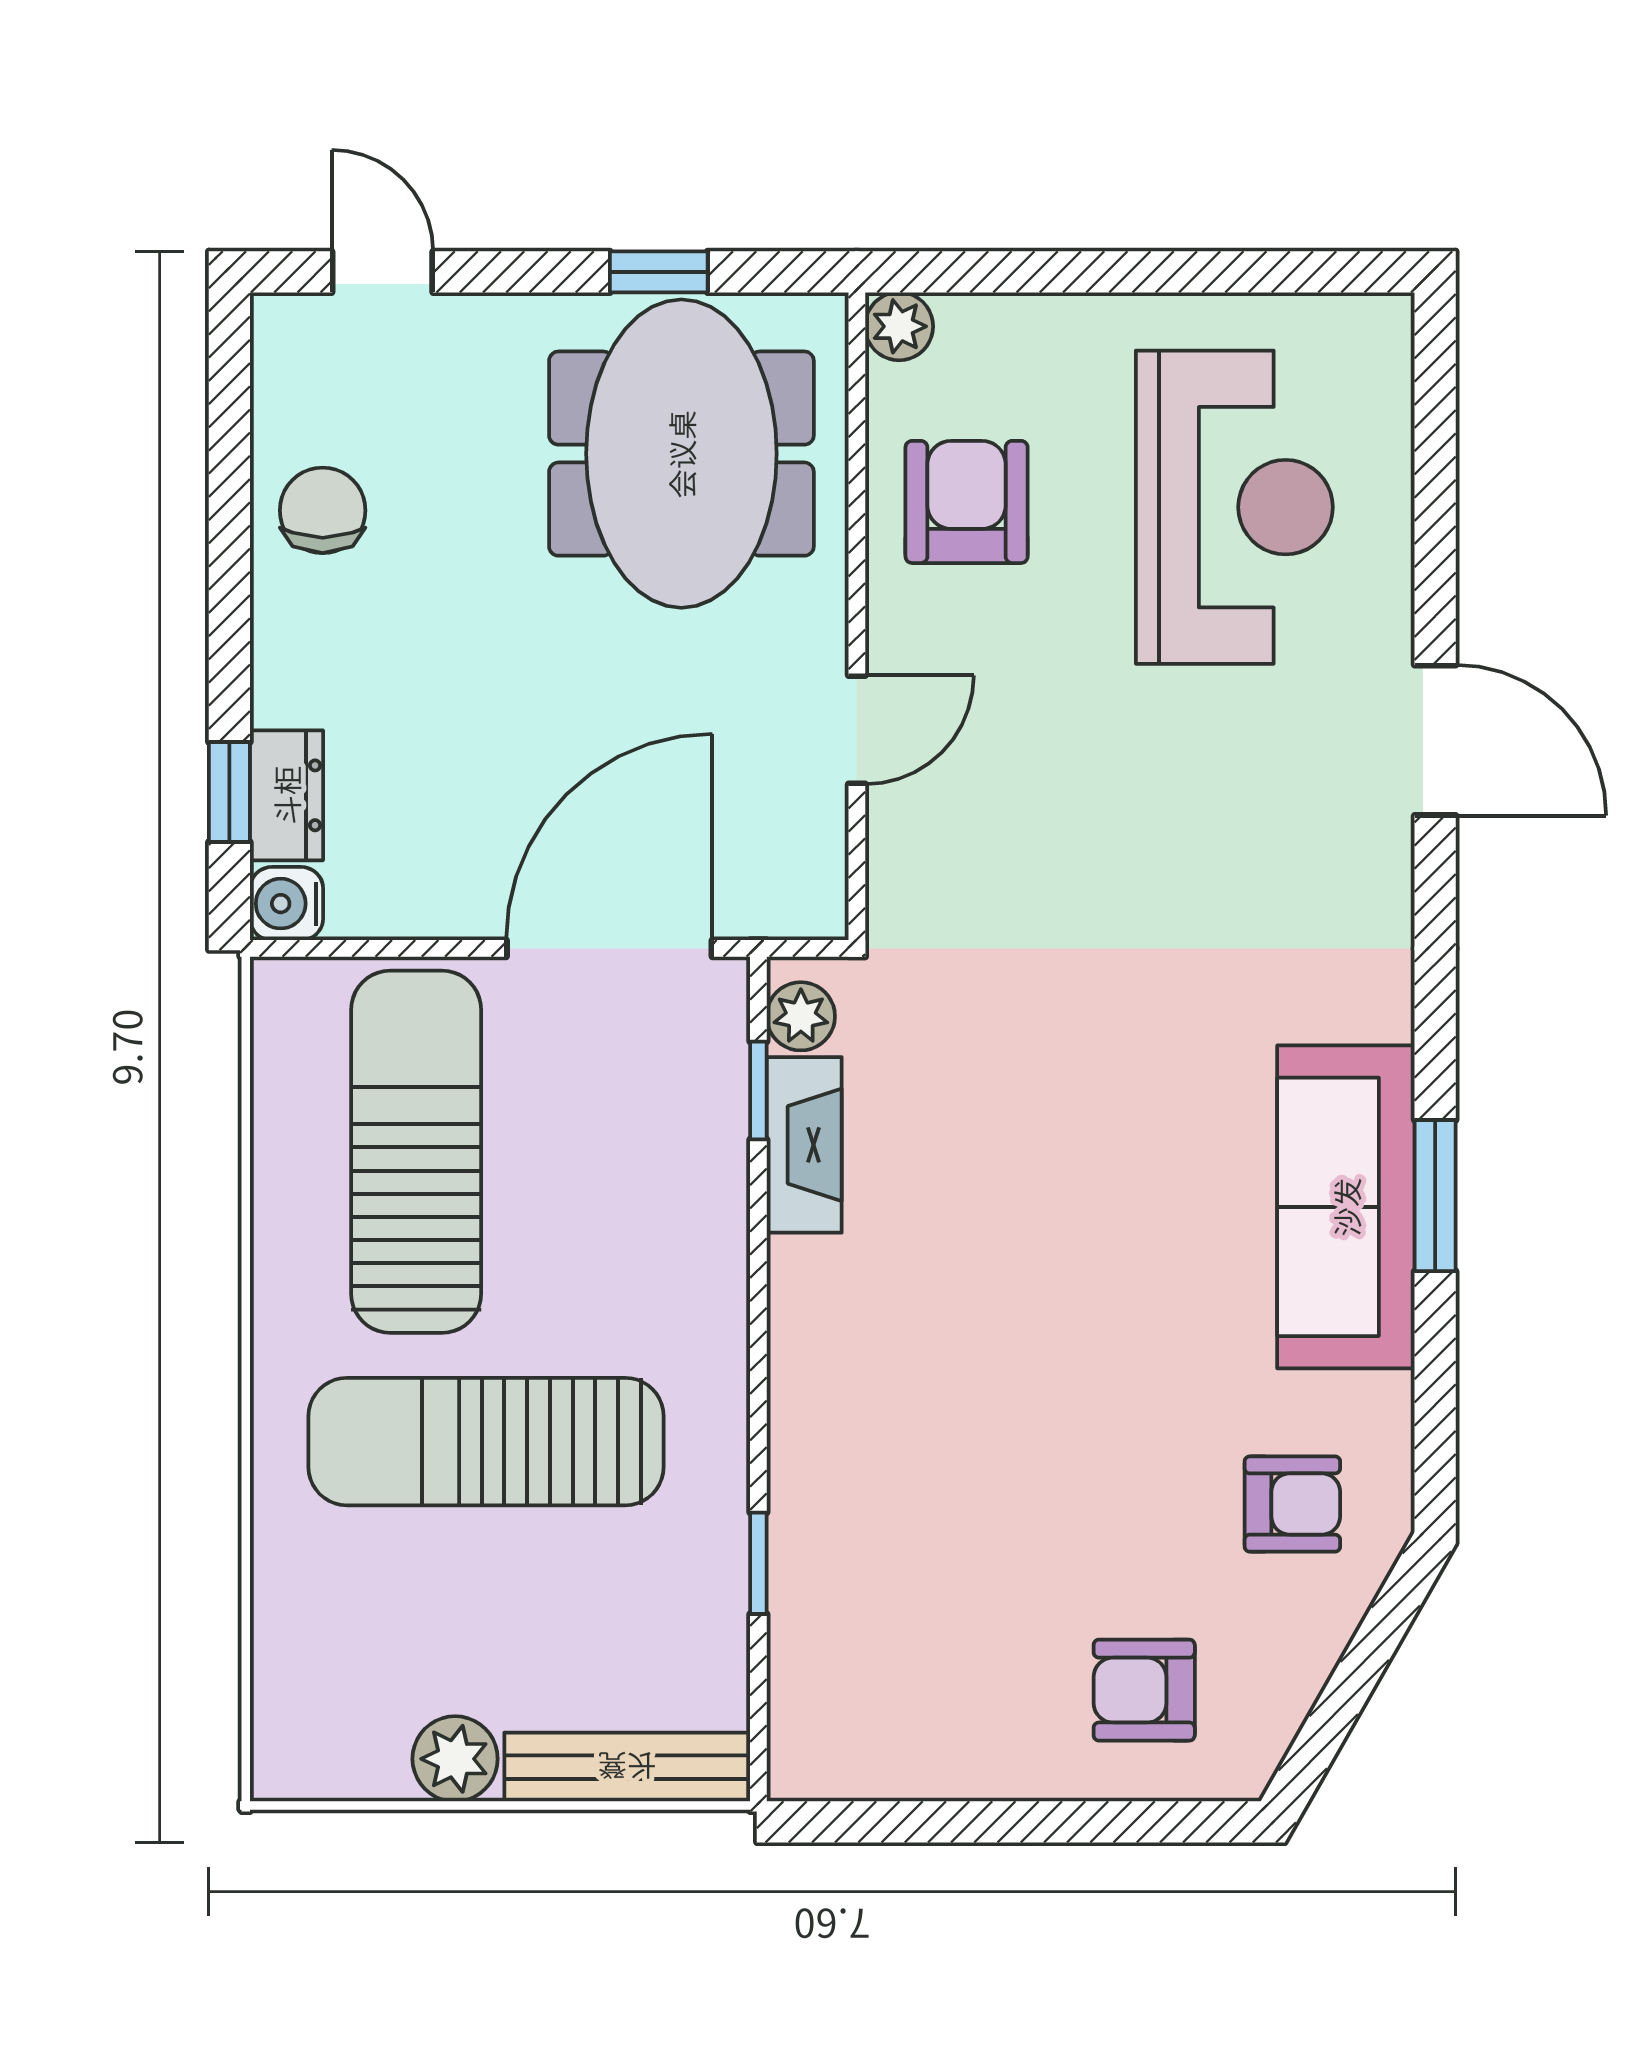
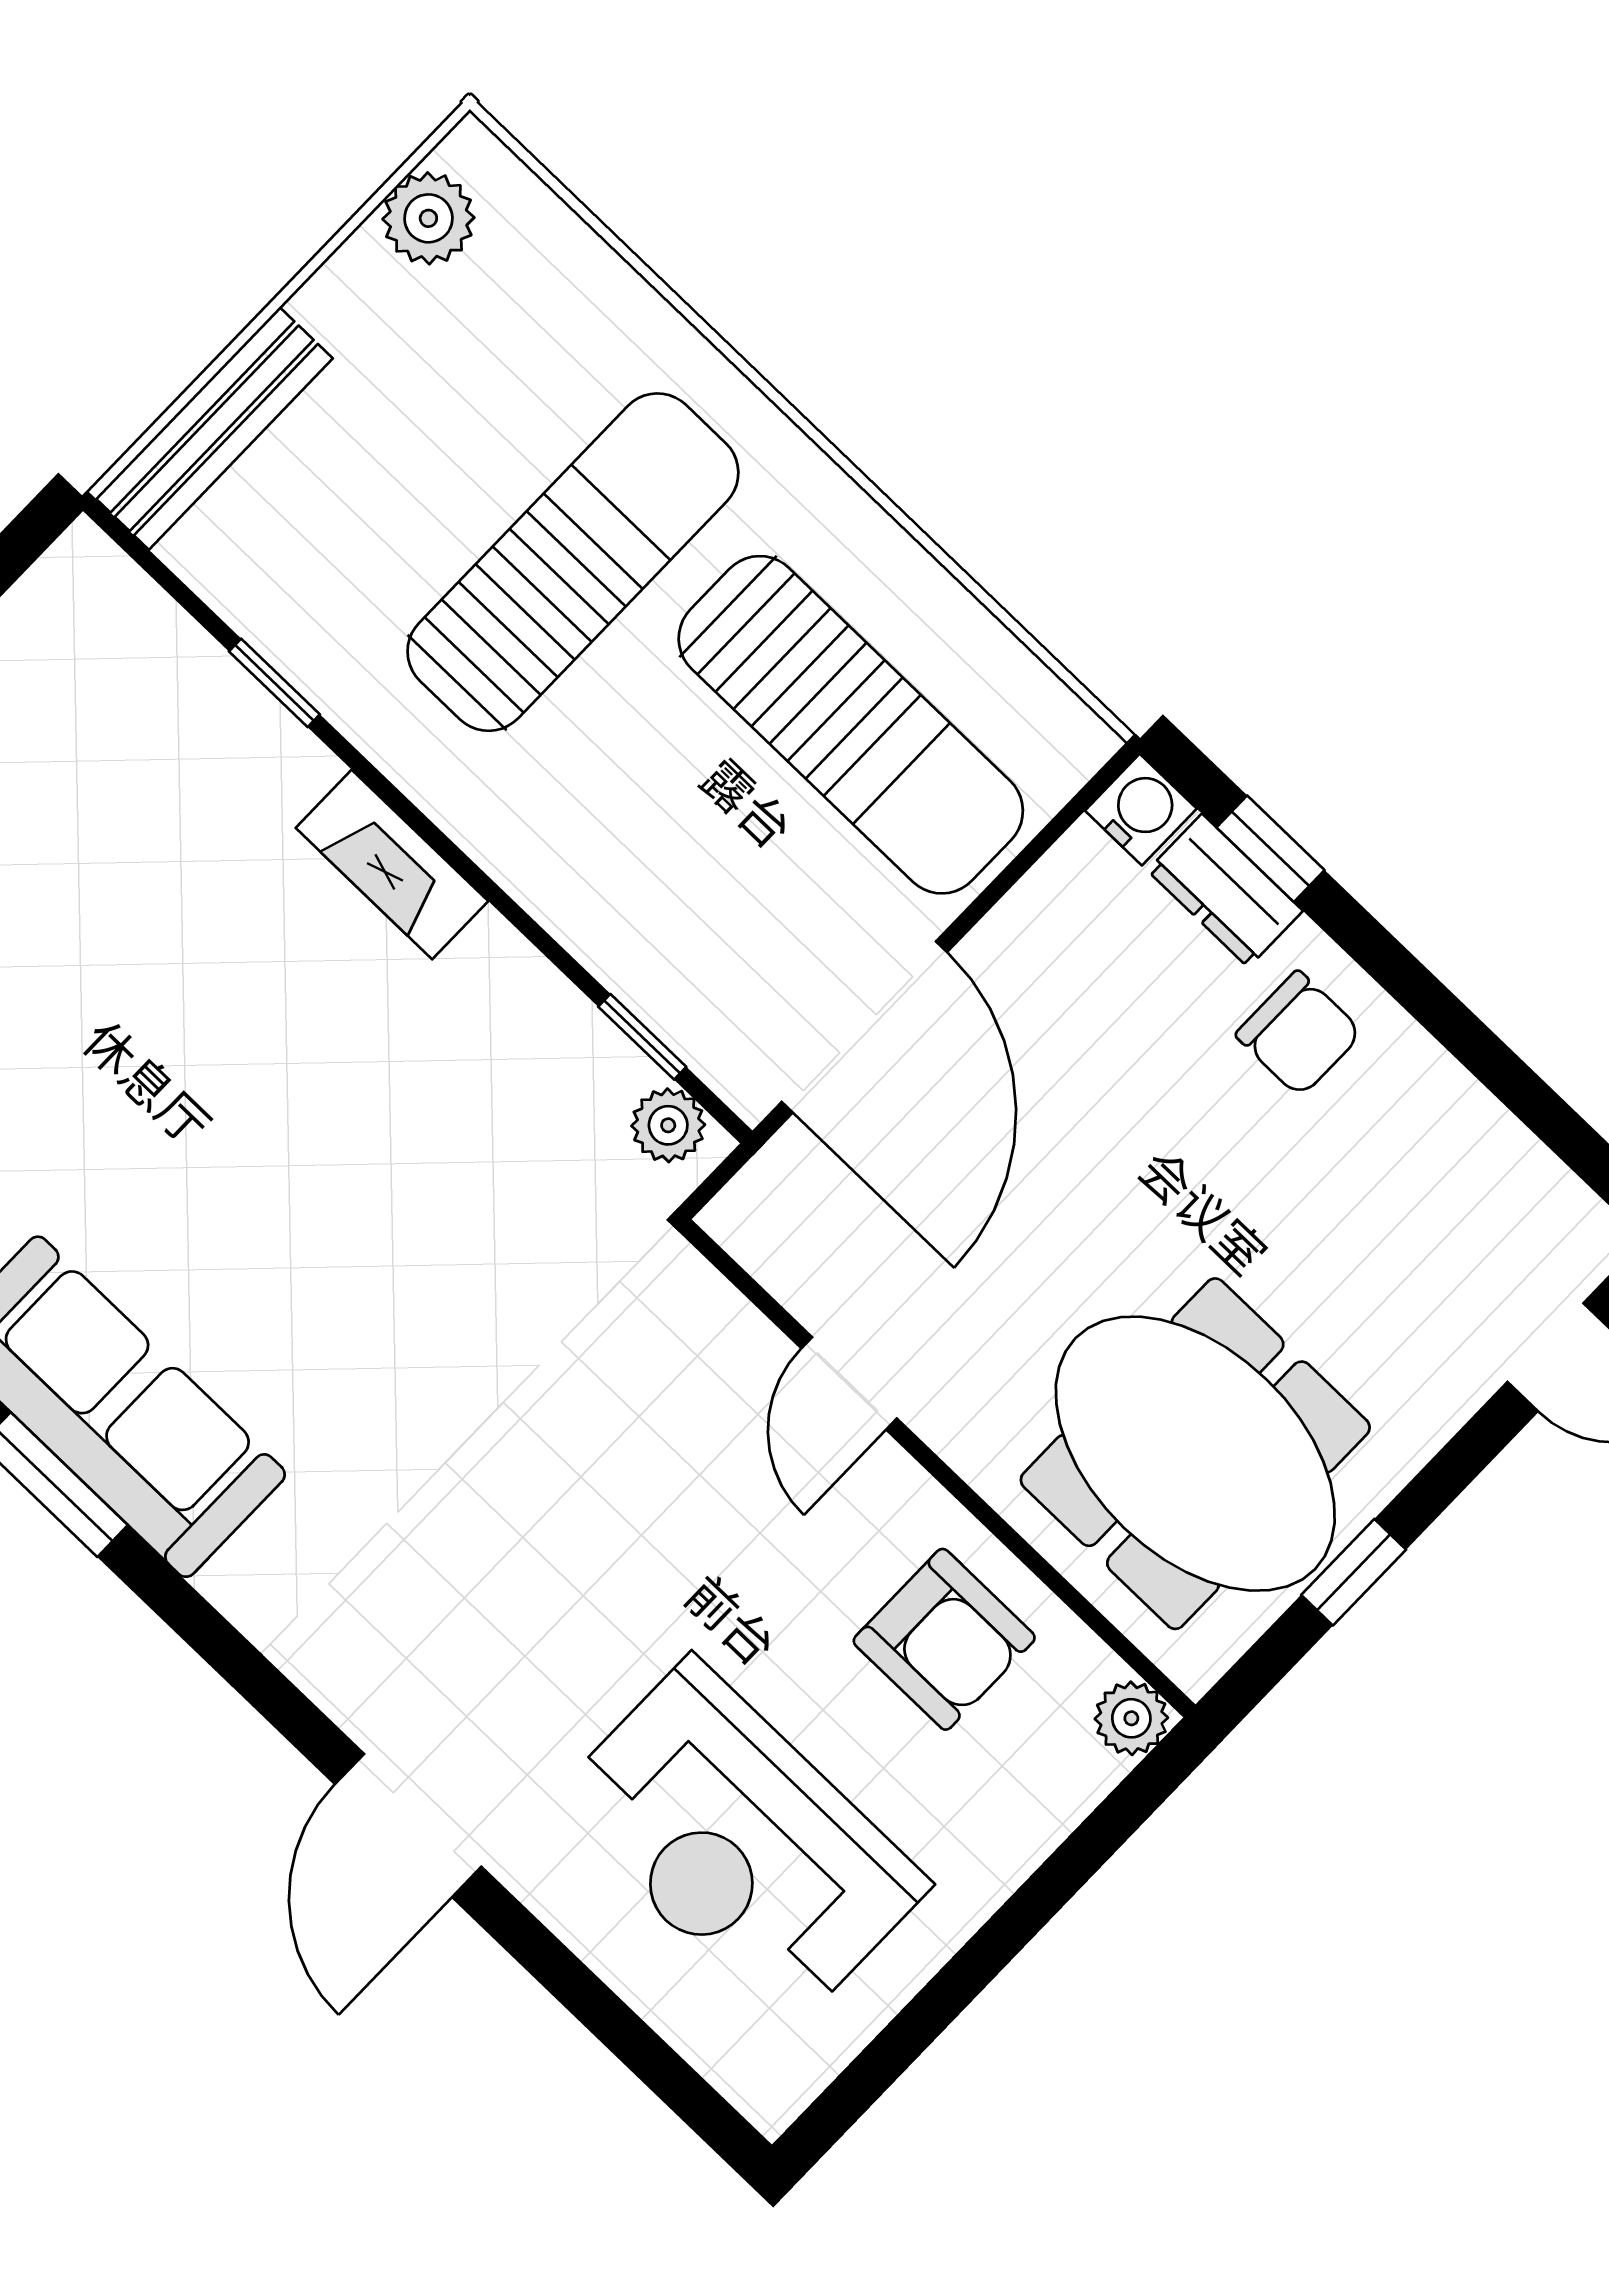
chair: (323, 510) -> (1299, 1034), moved
door: (1435, 740) -> (408, 1825), hinge flipped
fireplace: (804, 1145) -> (392, 865), moved
plant: (455, 1759) -> (428, 218), moved

